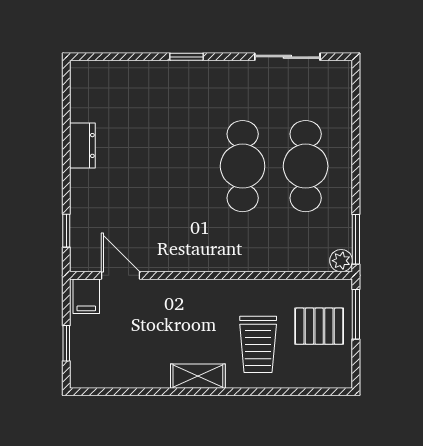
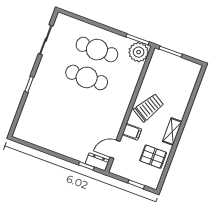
dresser: (82, 145) -> (97, 162), moved
plant: (341, 261) -> (139, 52), width x1.88, depth x1.88
filing cabinet: (86, 296) -> (132, 132), moved
pallet: (319, 326) -> (153, 157), moved, turned 90
trolley: (258, 344) -> (149, 108), moved, turned -59

